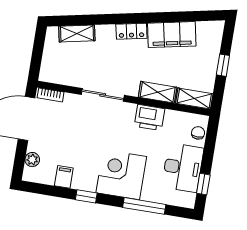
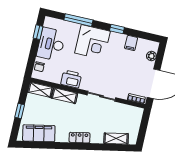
filing cabinet: (172, 35) -> (39, 133), moved

